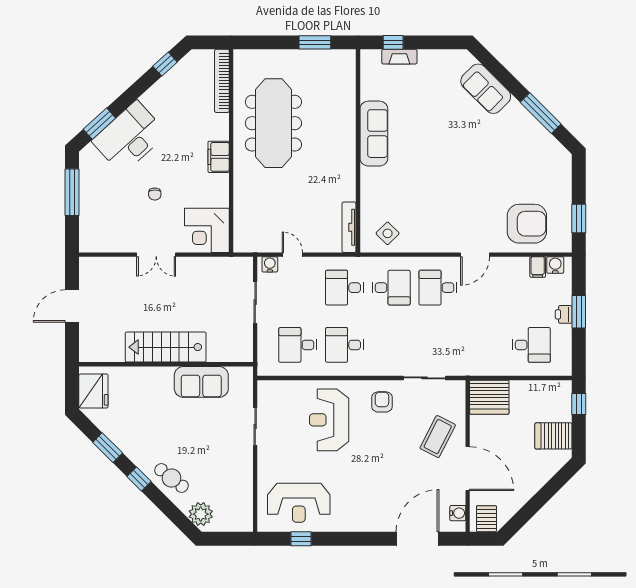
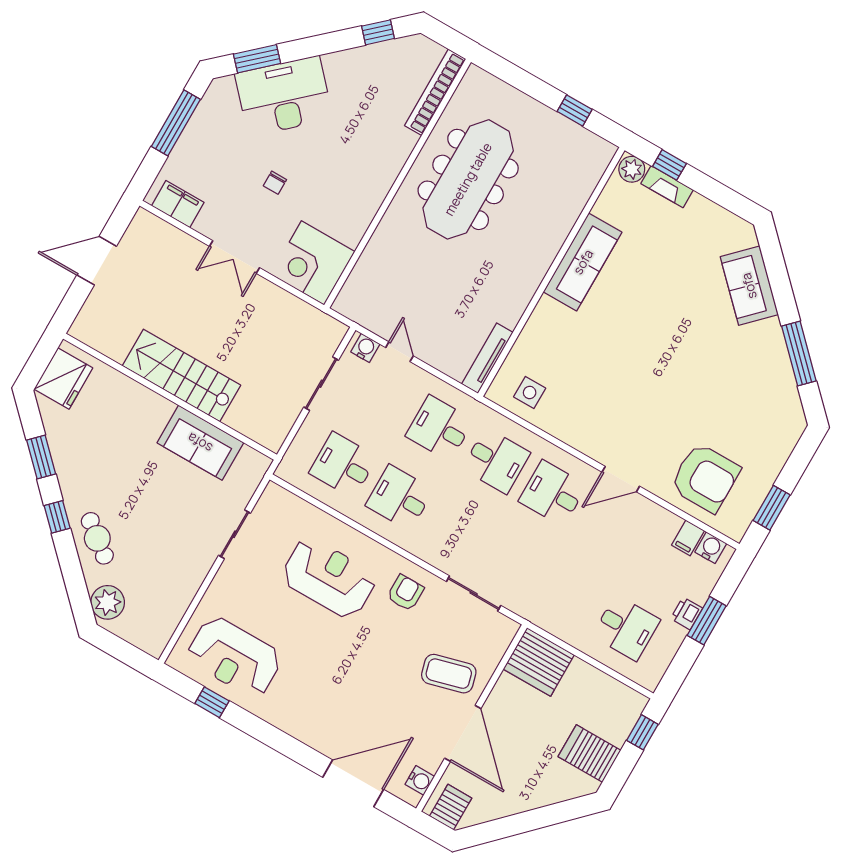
window: (315, 42) -> (575, 110), width x0.67
plant: (371, 58) -> (632, 169), added
filing cabinet: (219, 157) -> (178, 204), moved, turned 90
side table: (388, 233) -> (530, 392), turned 45
reception desk: (329, 420) -> (329, 578), turned 90
coffee table: (438, 437) -> (449, 674), turned 48

